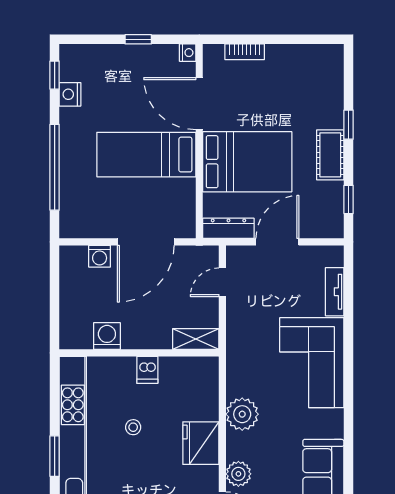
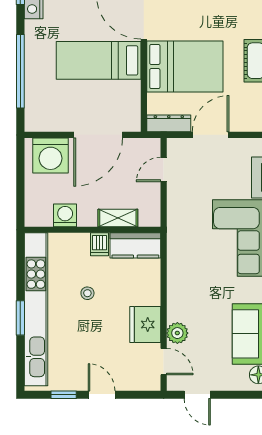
washing machine: (100, 256) -> (50, 155), width x1.89, depth x1.89
shelving: (196, 339) -> (118, 218), moved
kitchen counter: (189, 371) -> (135, 245), added
plant: (242, 414) -> (181, 282), removed
fridge: (201, 443) -> (145, 325), moved

